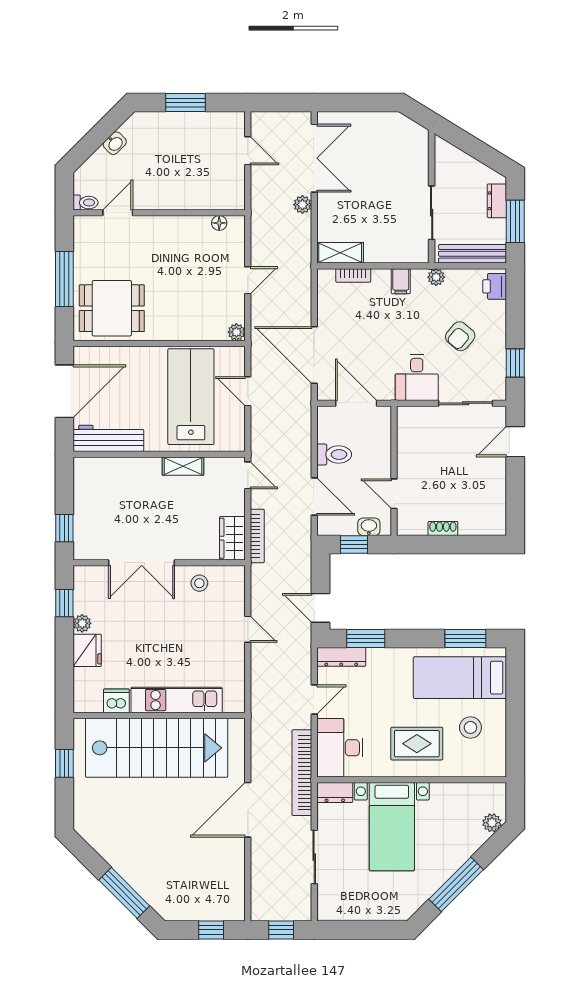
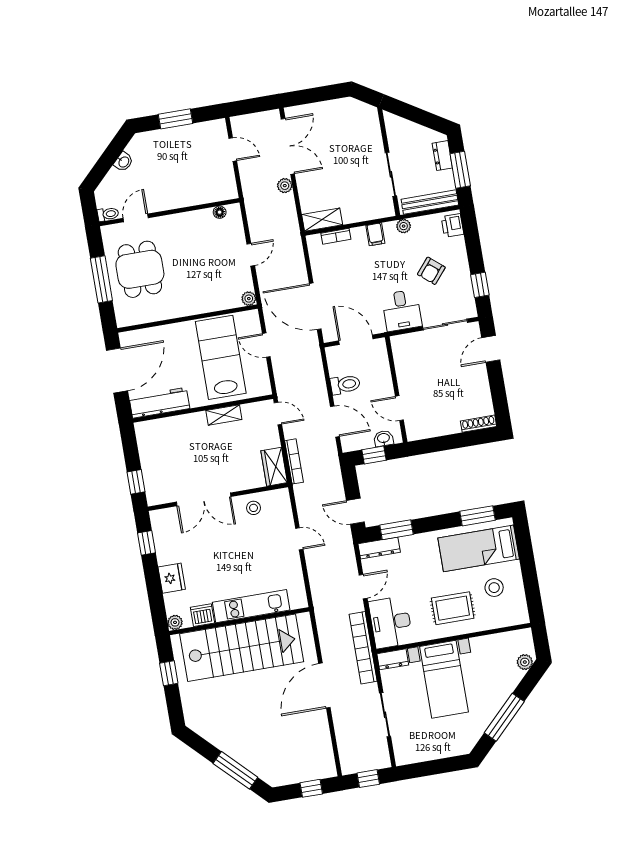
dining table: (112, 308) -> (140, 269), moved, turned 90
shoe rack: (443, 528) -> (479, 424), moved, width x1.43
plant: (82, 623) -> (175, 622), moved

